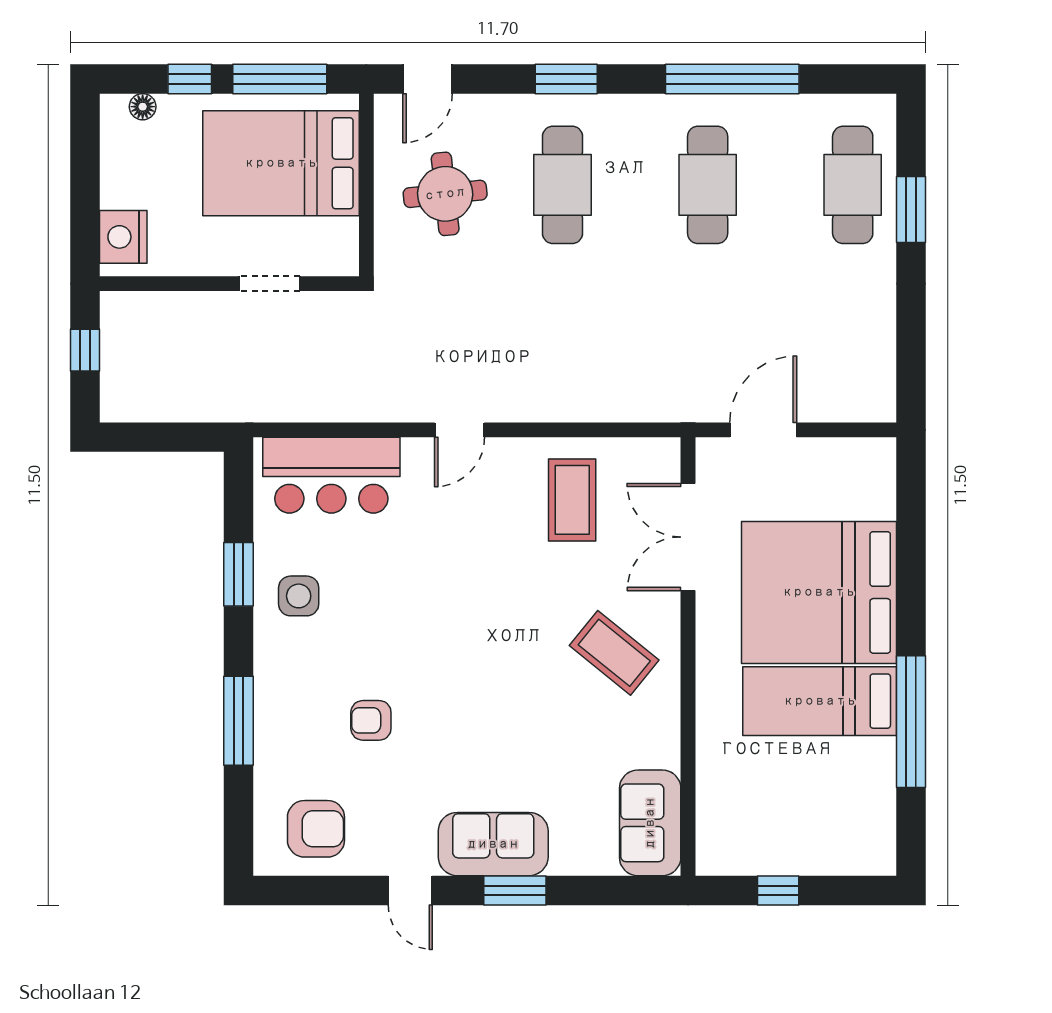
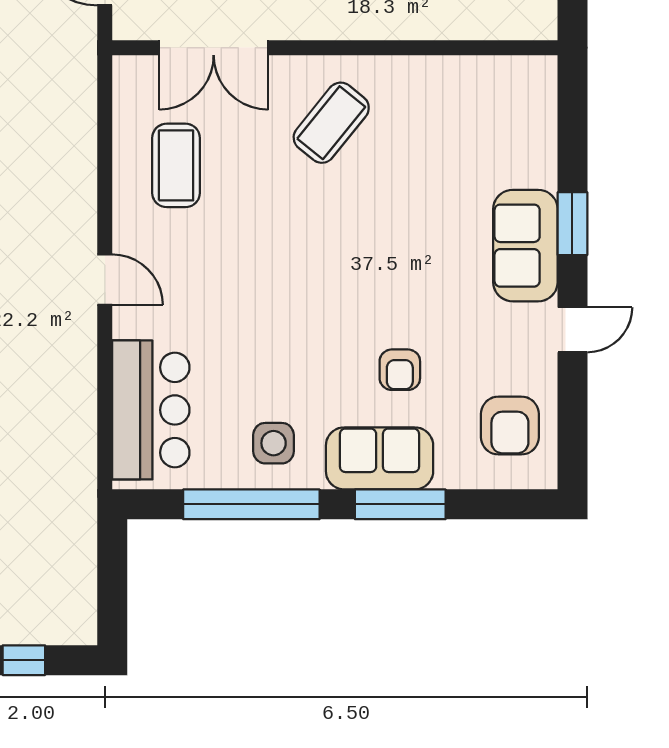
coffee table: (572, 500) -> (176, 165), turned 90
window: (238, 574) -> (251, 504), width x2.11
sofa: (650, 823) -> (380, 458), moved, turned 180
armchair: (316, 829) -> (510, 426), turned 180

